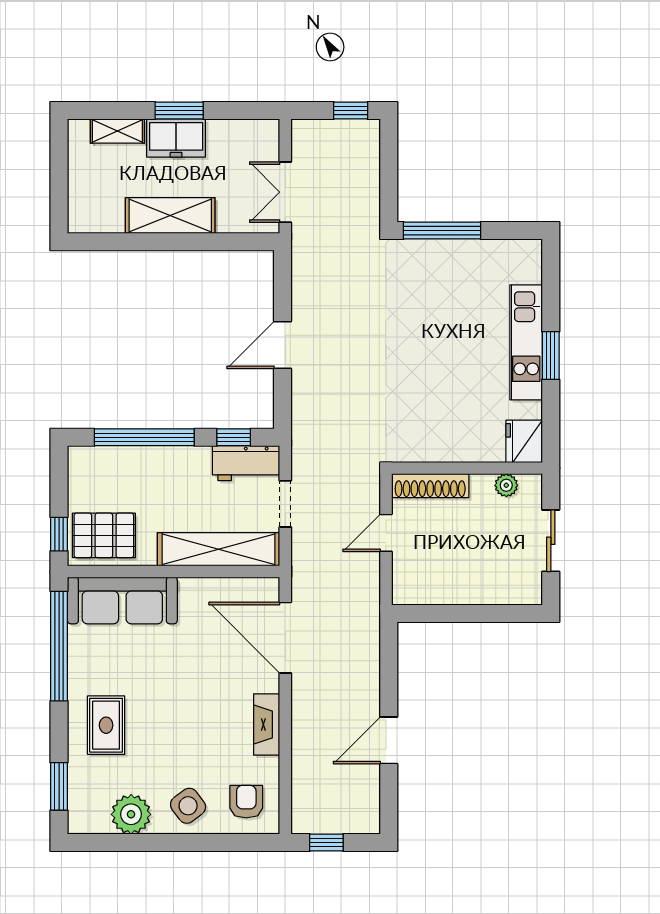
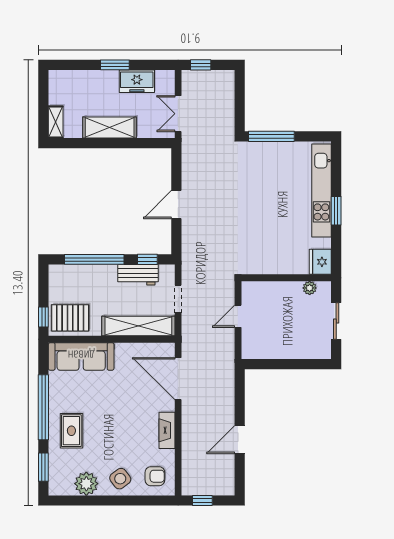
window: (351, 110) -> (201, 65), moved
shelving: (117, 131) -> (56, 122), moved, turned 90
freezer: (176, 138) -> (137, 81), moved
kitchen unit: (526, 342) -> (321, 191), width x1.36
workbench: (246, 463) -> (138, 275), moved
shoe rack: (430, 486) -> (264, 288), removed
window: (59, 646) -> (43, 407), moved
armchair: (246, 802) -> (155, 476), turned 90

